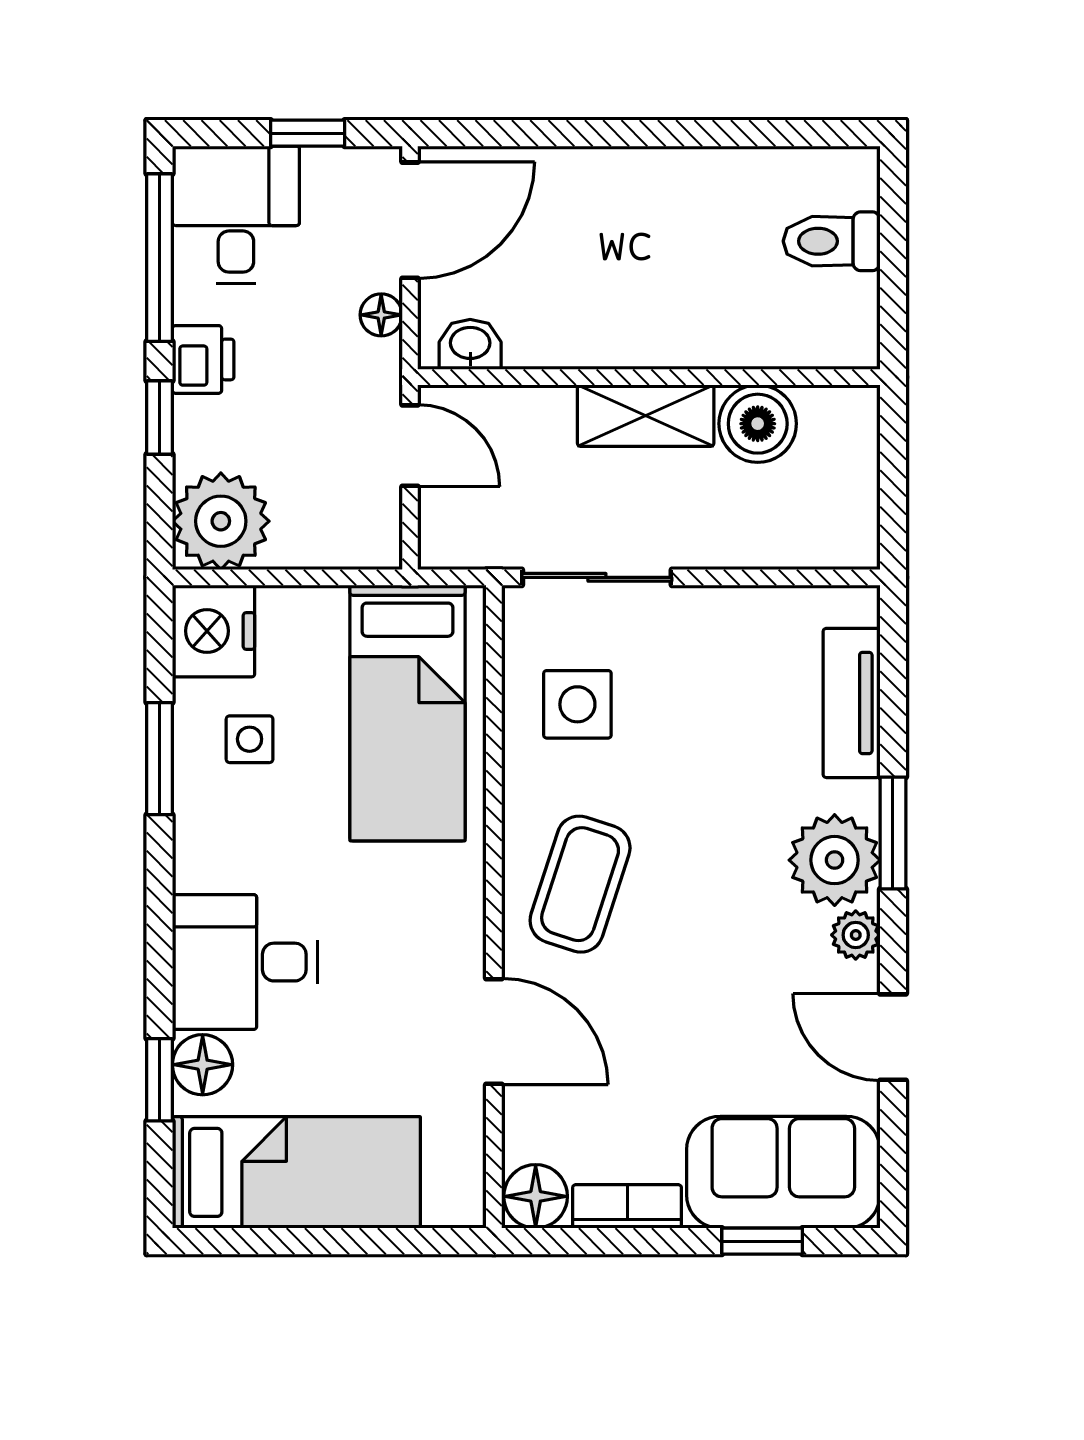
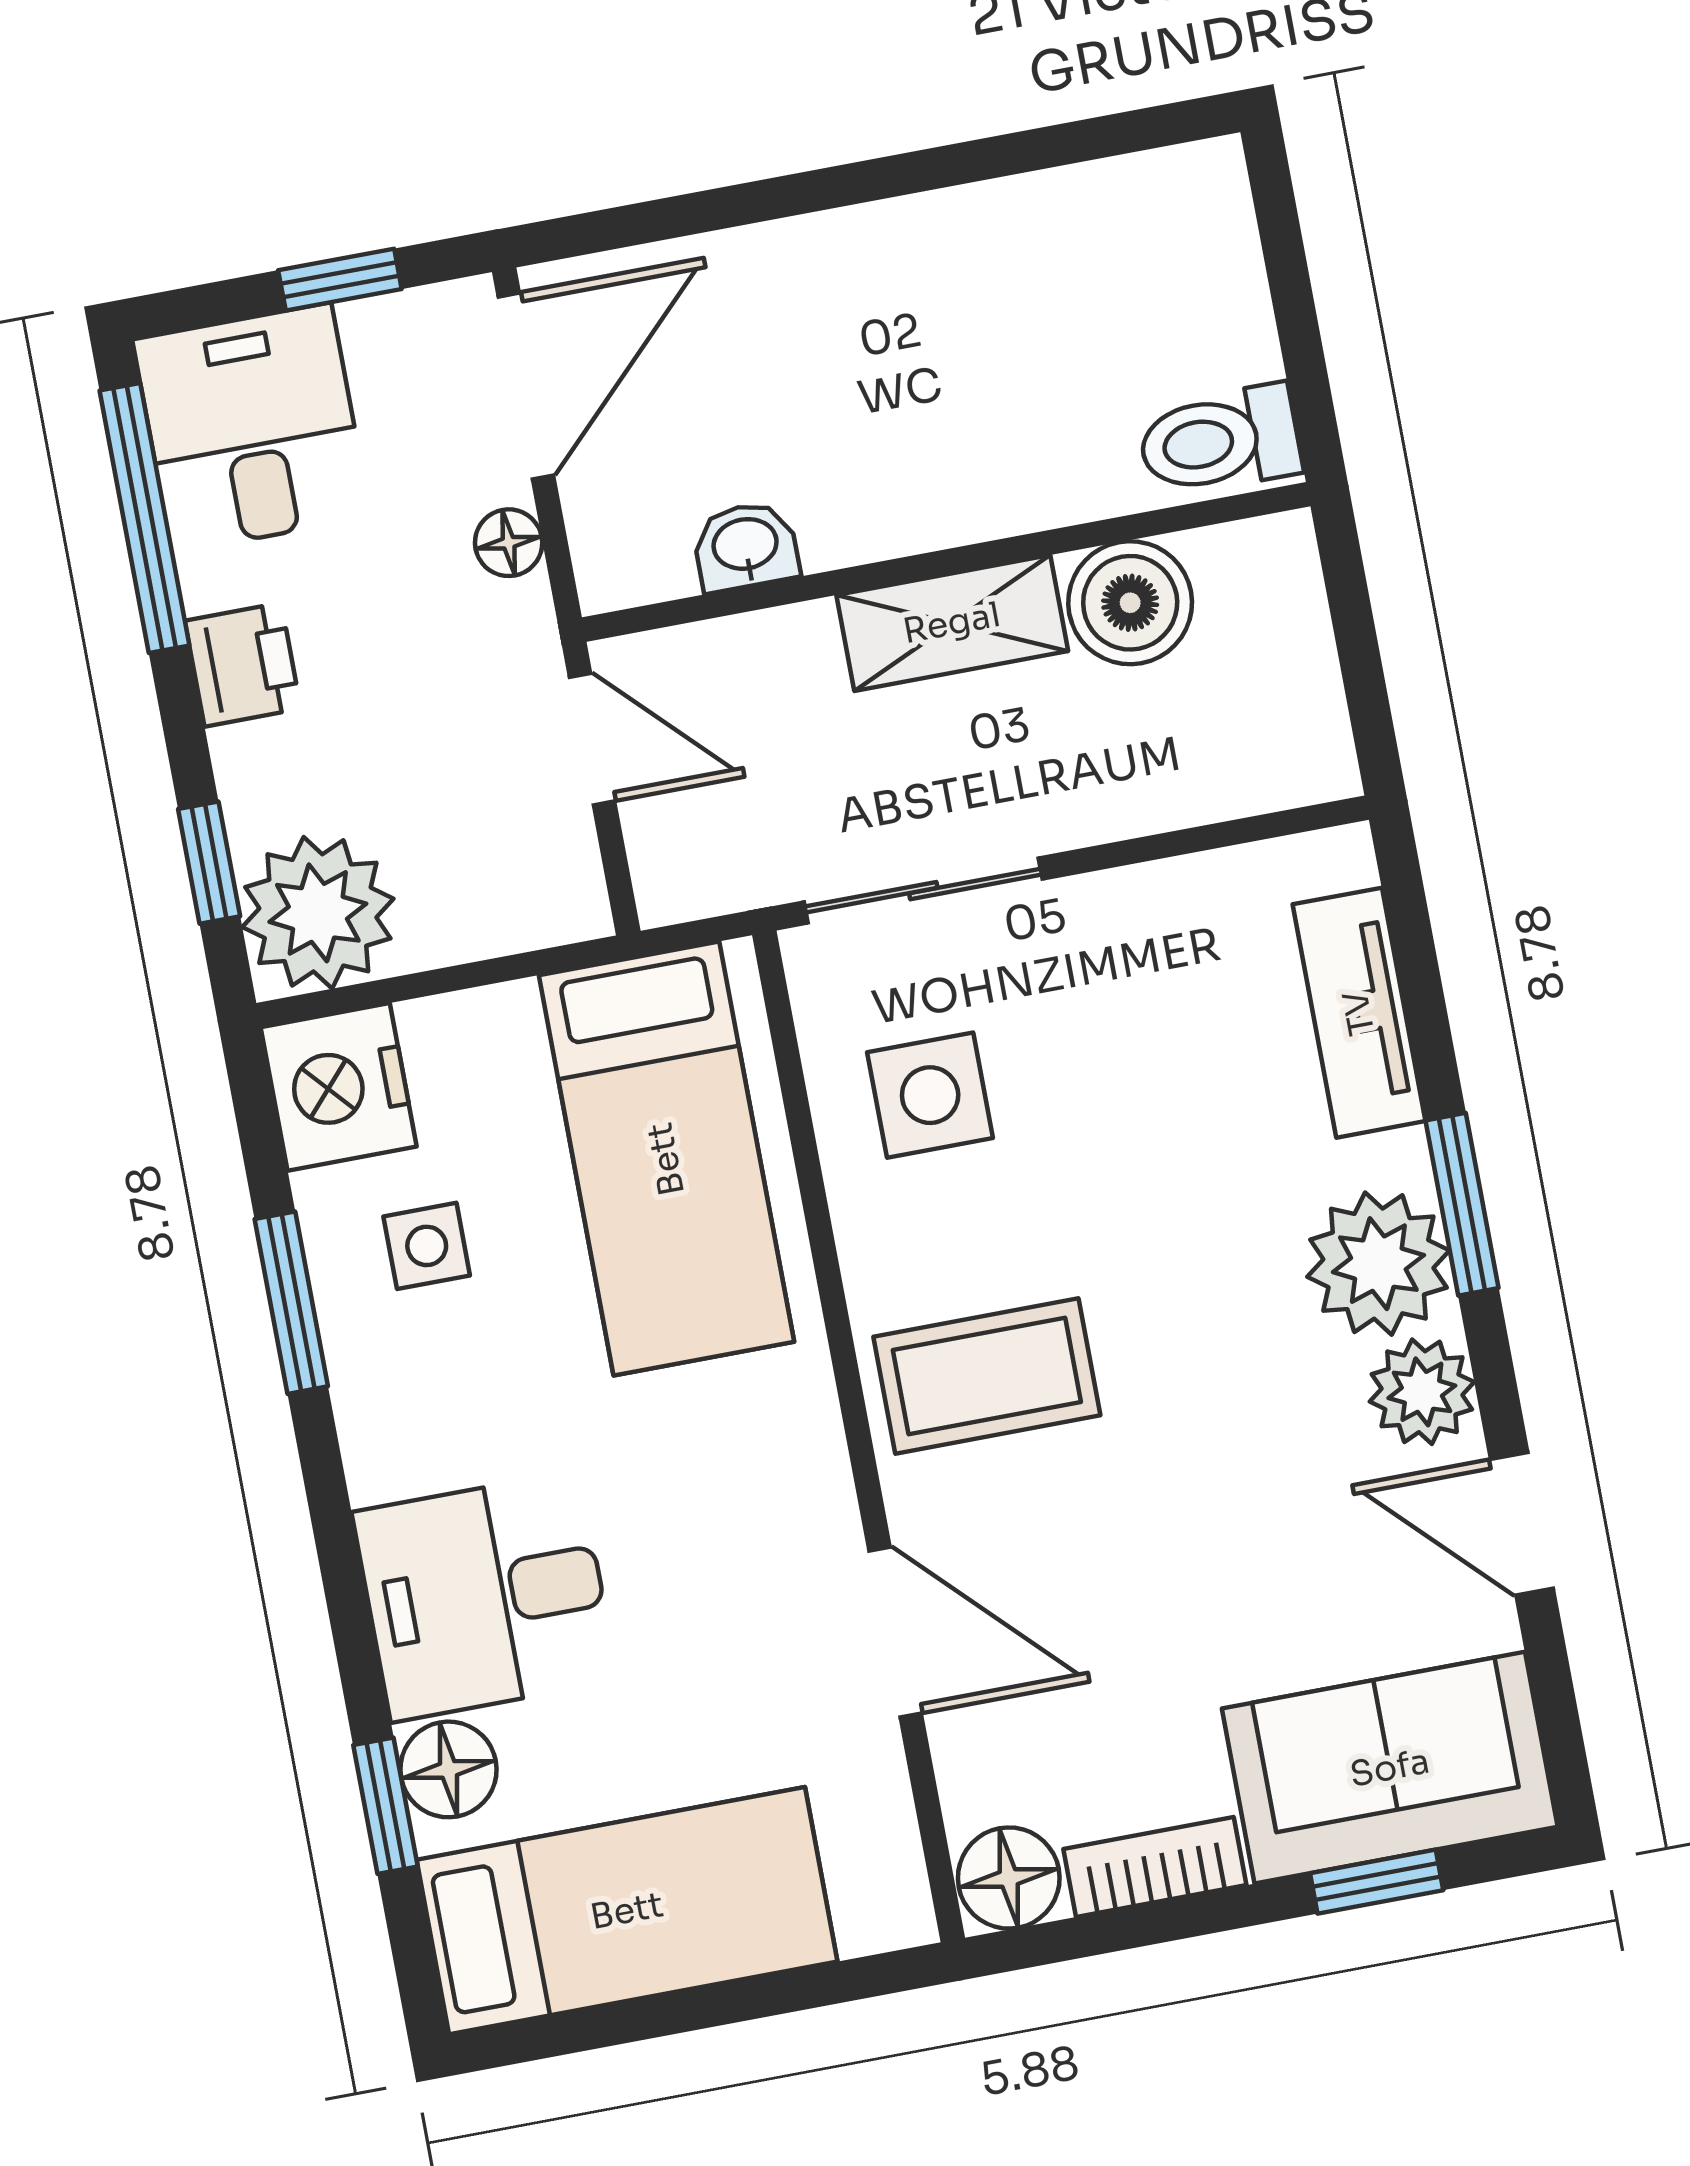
toilet: (832, 241) -> (1220, 441), moved
washbasin: (470, 344) -> (746, 546), moved
window: (159, 418) -> (209, 863), moved
coffee table: (580, 884) -> (987, 1376), turned 72
plant: (856, 935) -> (1422, 1392), width x1.38, depth x1.38

